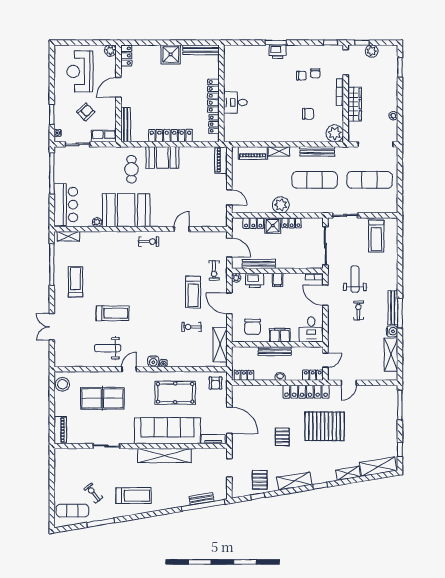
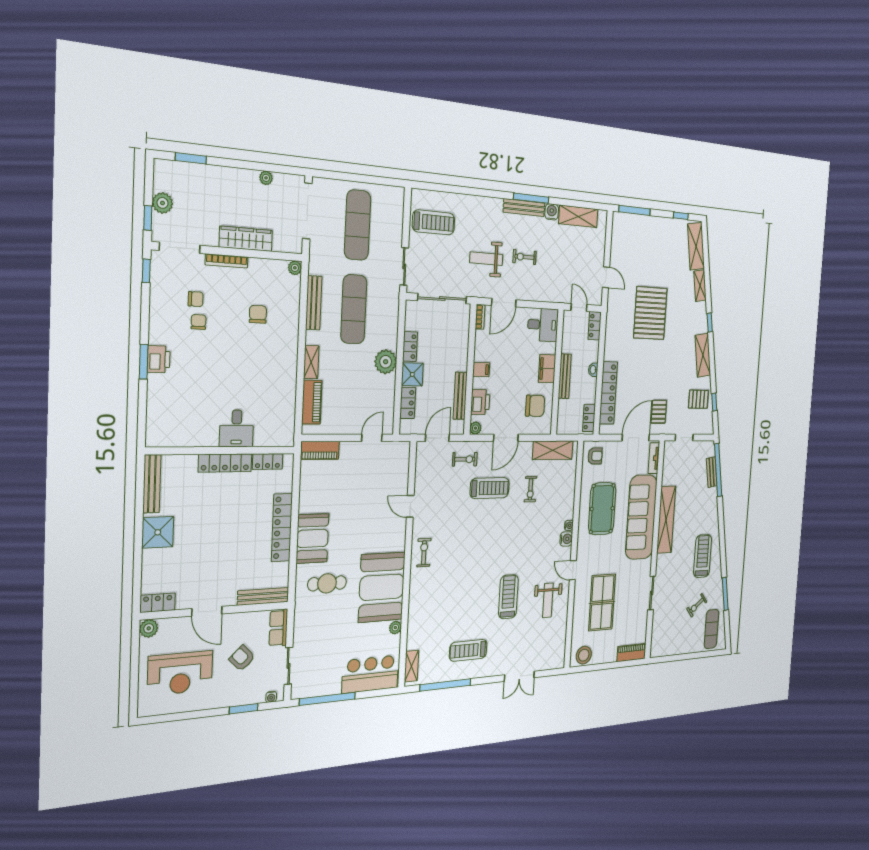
plant: (335, 133) -> (295, 268), width x0.53, depth x0.53
locker: (306, 392) -> (608, 393), moved
pallet: (282, 437) -> (659, 412), moved, turned 90

